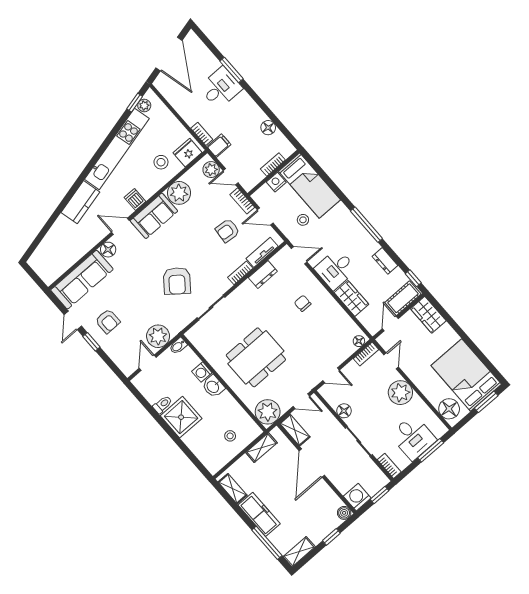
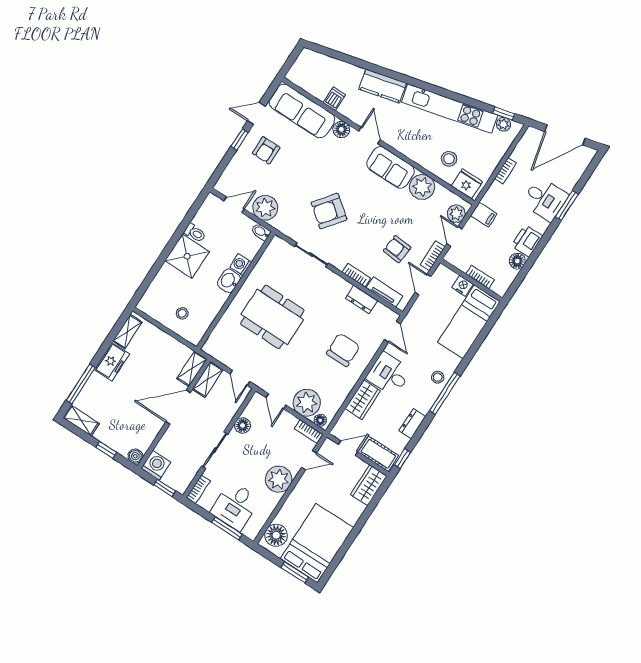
printer: (253, 114) -> (527, 241), added
bookcase: (202, 134) -> (505, 171), moved
dishwasher: (135, 200) -> (334, 99), moved
stool: (303, 220) -> (438, 377), moved
chair: (303, 303) -> (343, 350), width x1.87, depth x1.87
plant: (268, 412) -> (307, 403), moved
shelving: (261, 448) -> (192, 369), moved, turned 90
freezer: (259, 514) -> (112, 362), width x0.71

